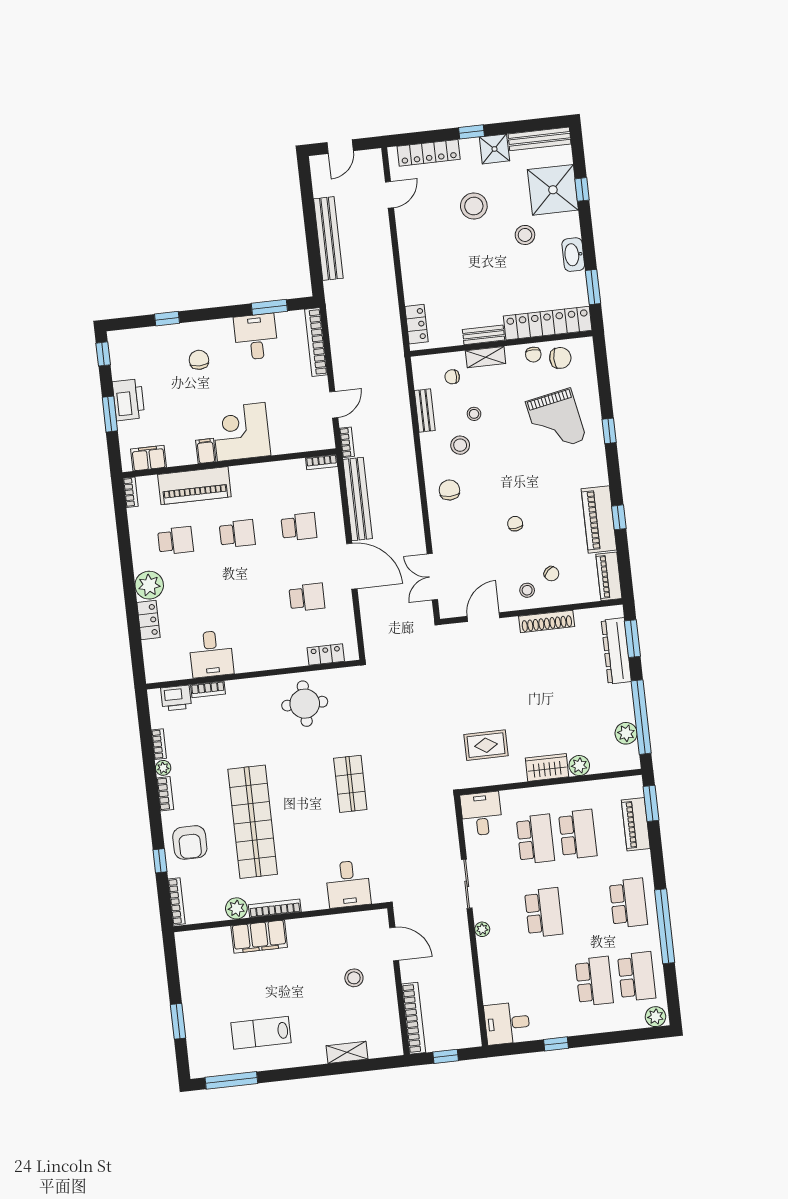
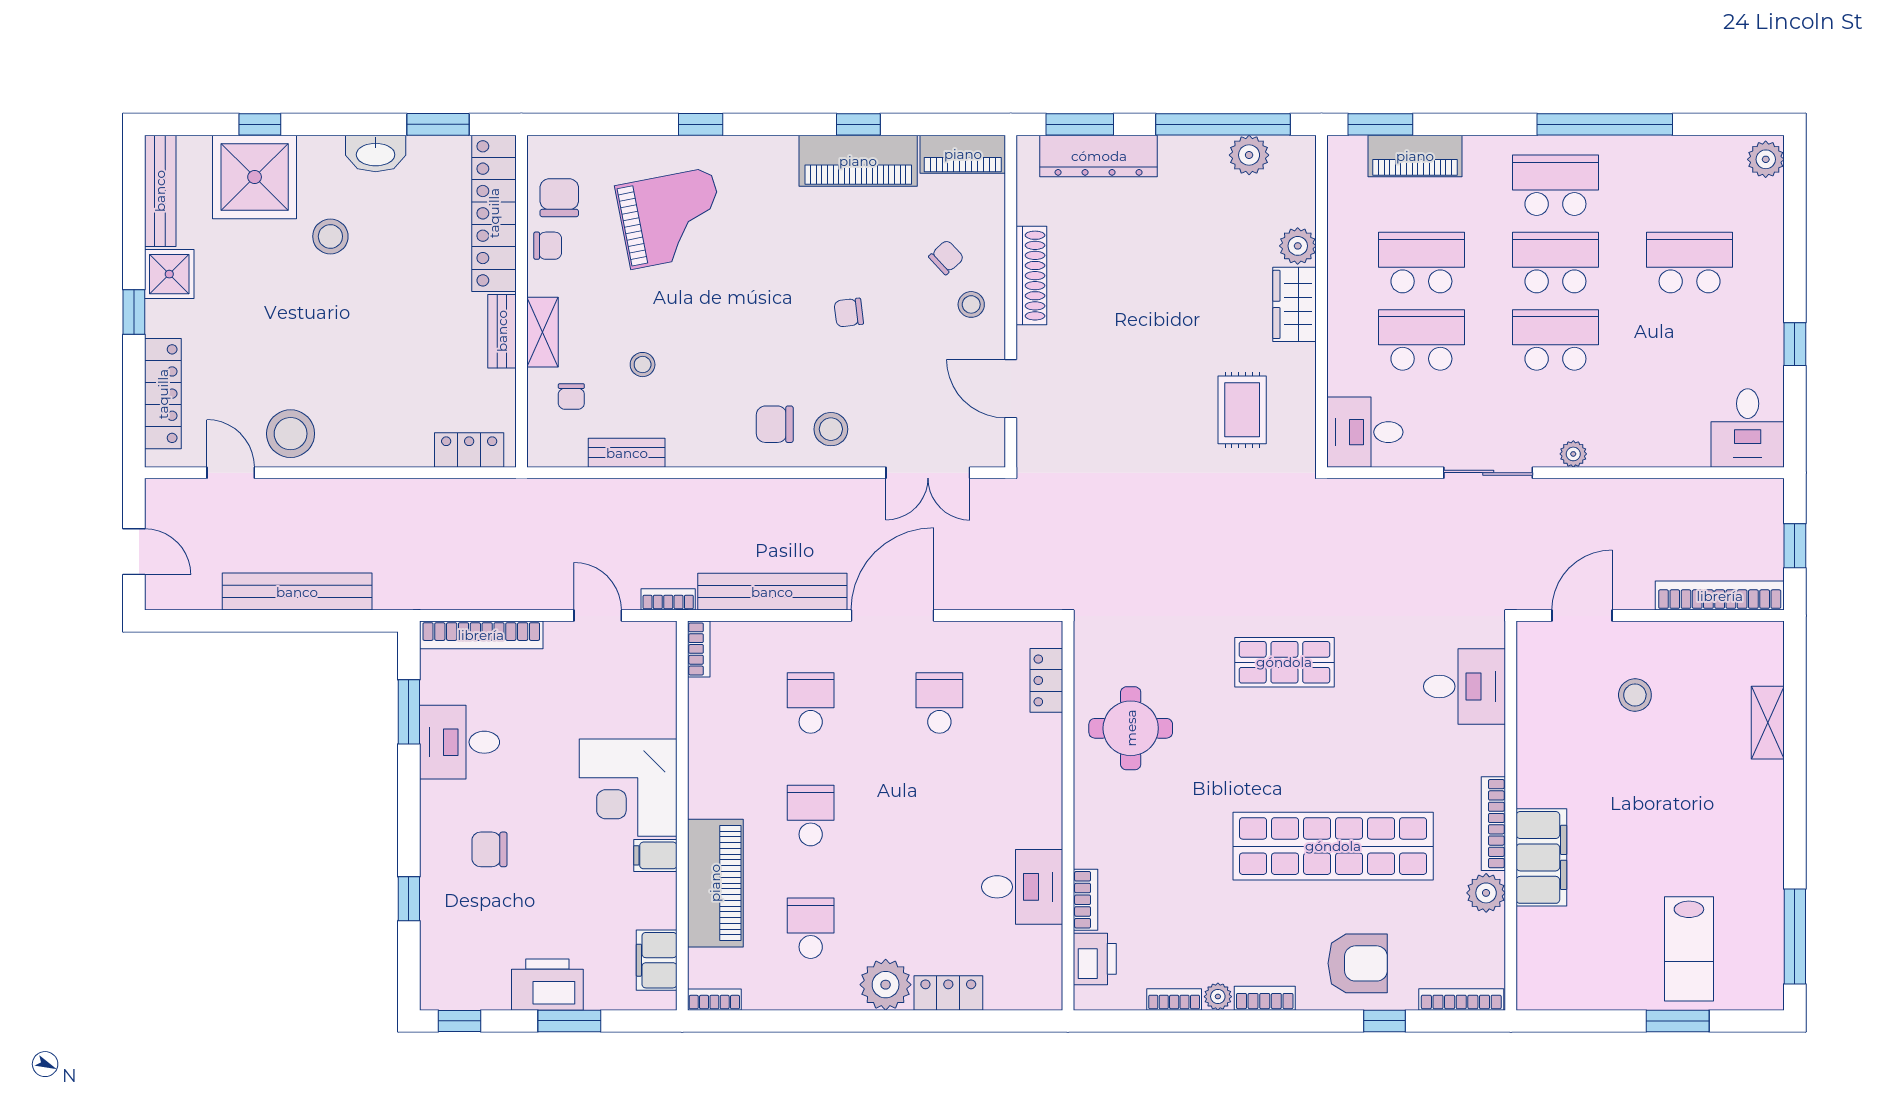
stool: (474, 206) -> (291, 434), moved
stool: (460, 445) -> (831, 429), moved
school desk: (637, 976) -> (1555, 263), moved
lab bench: (261, 1033) -> (1689, 949), moved

